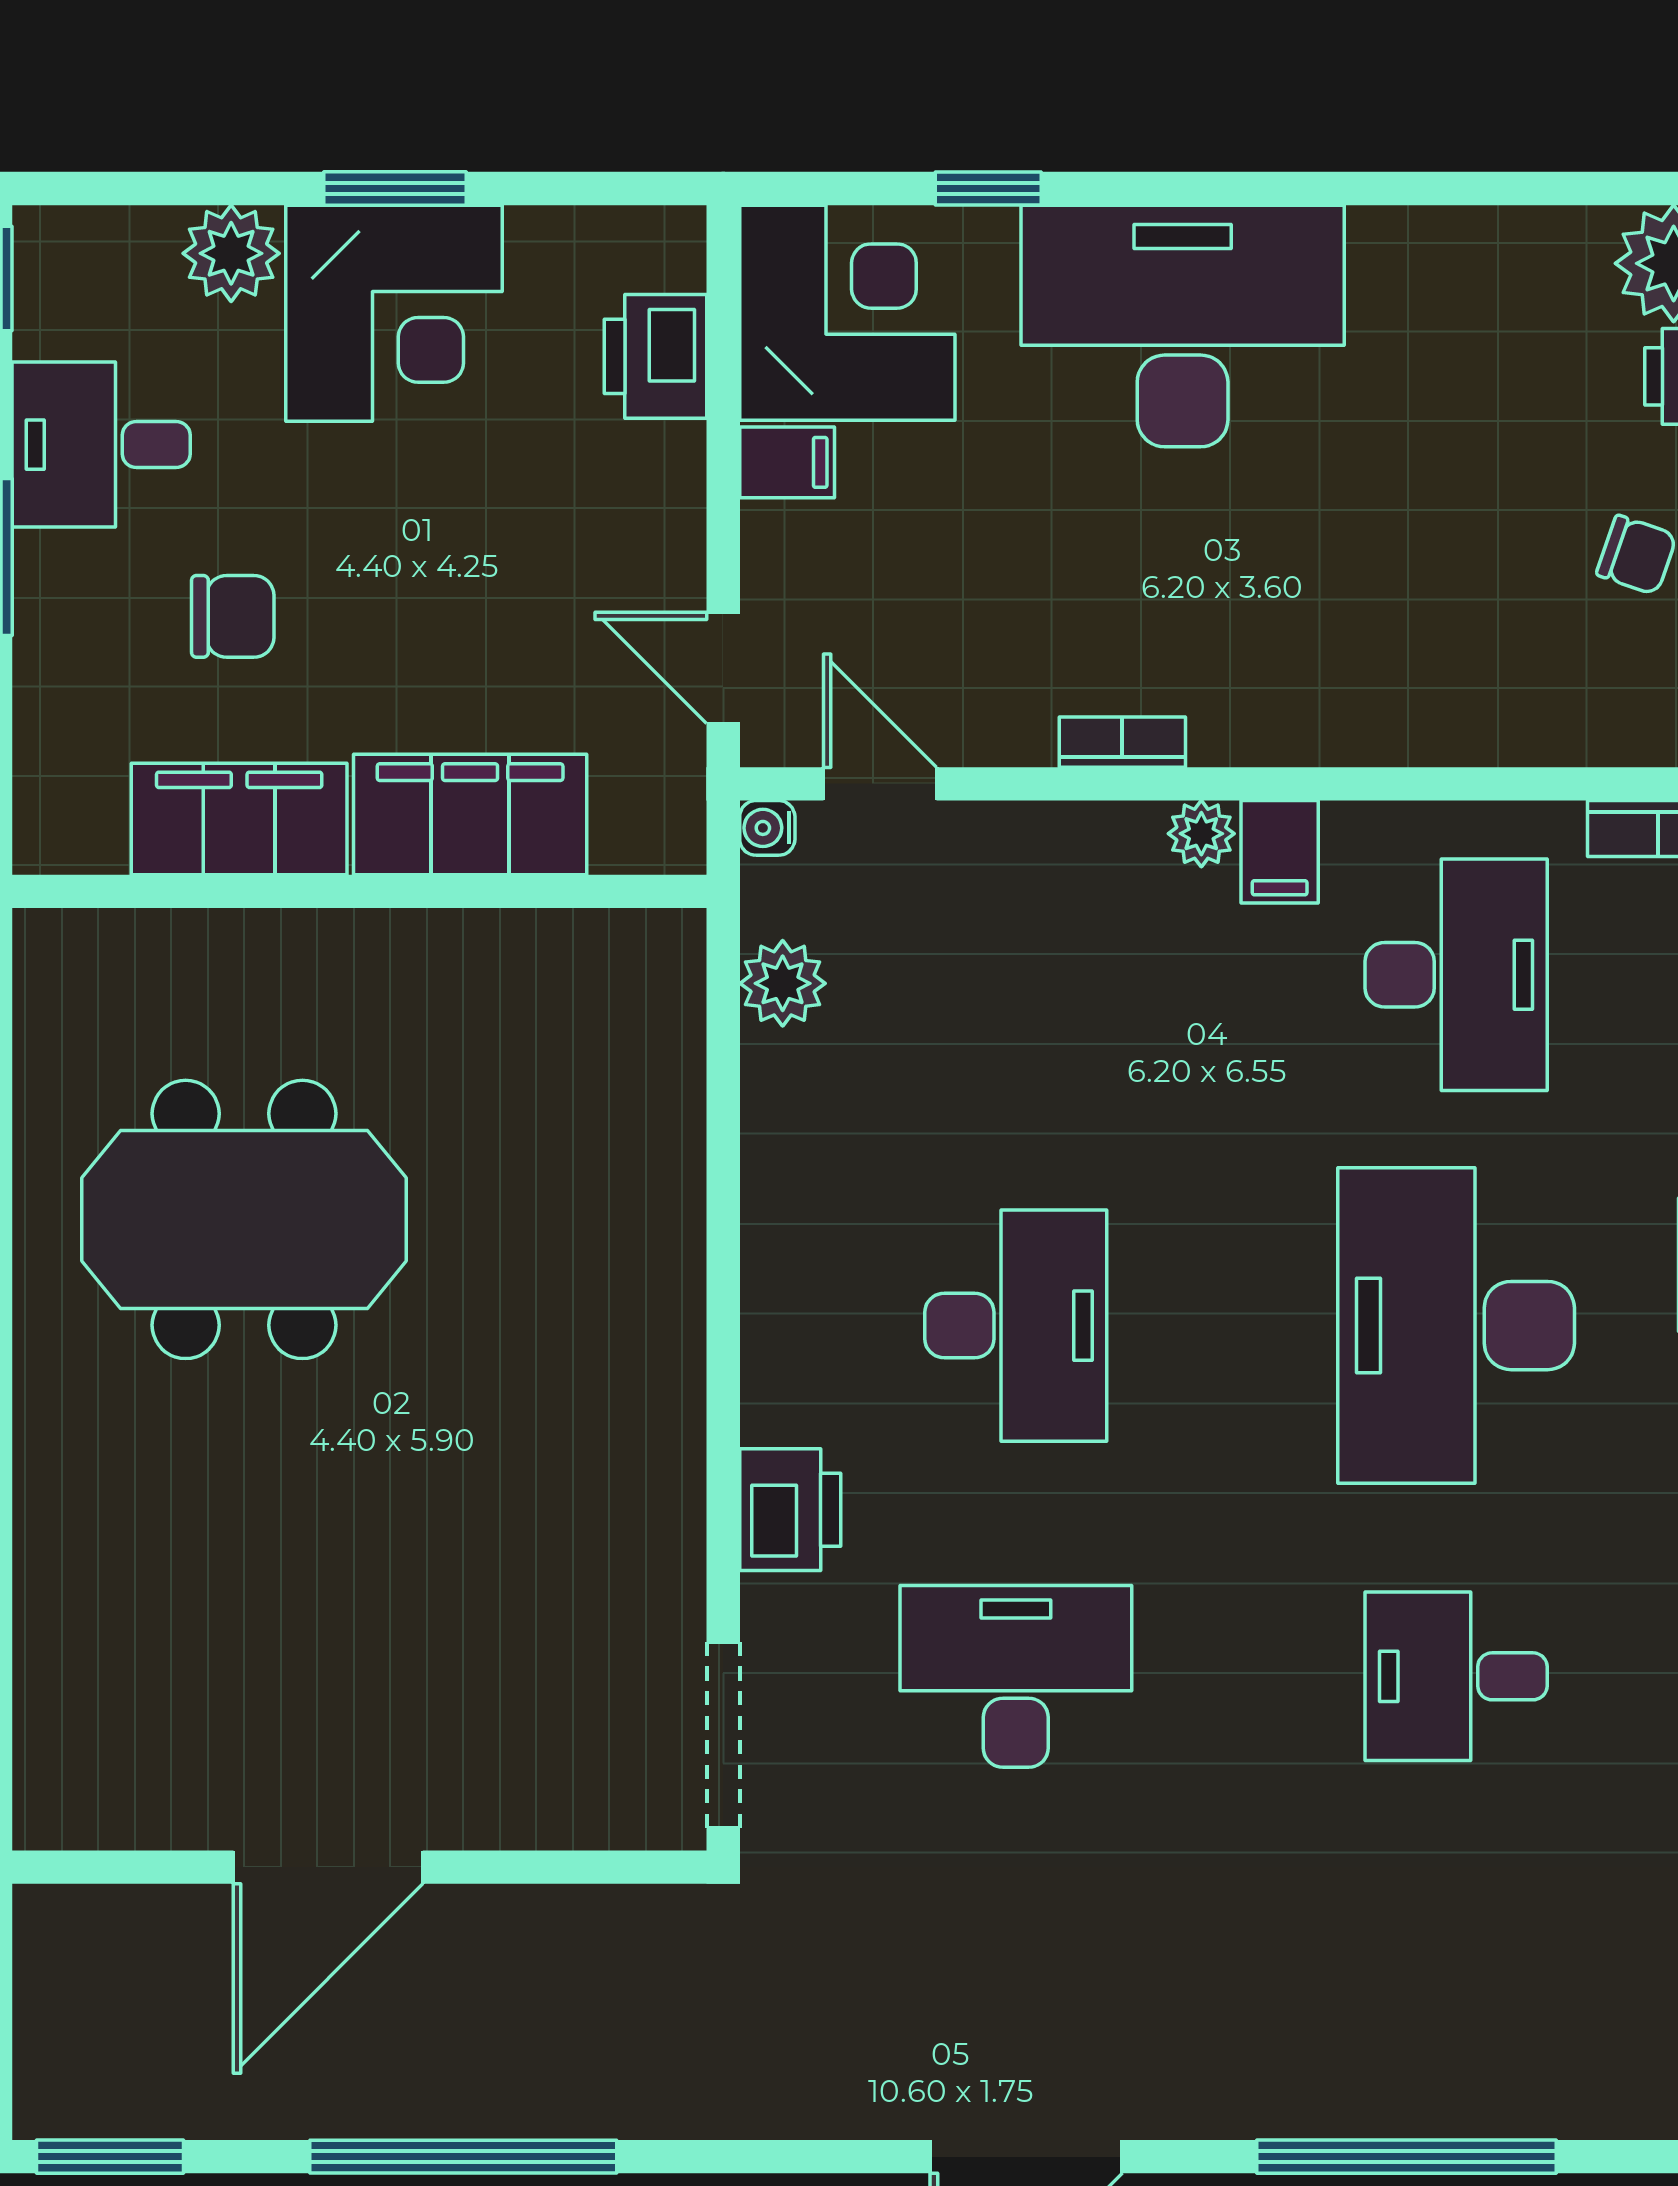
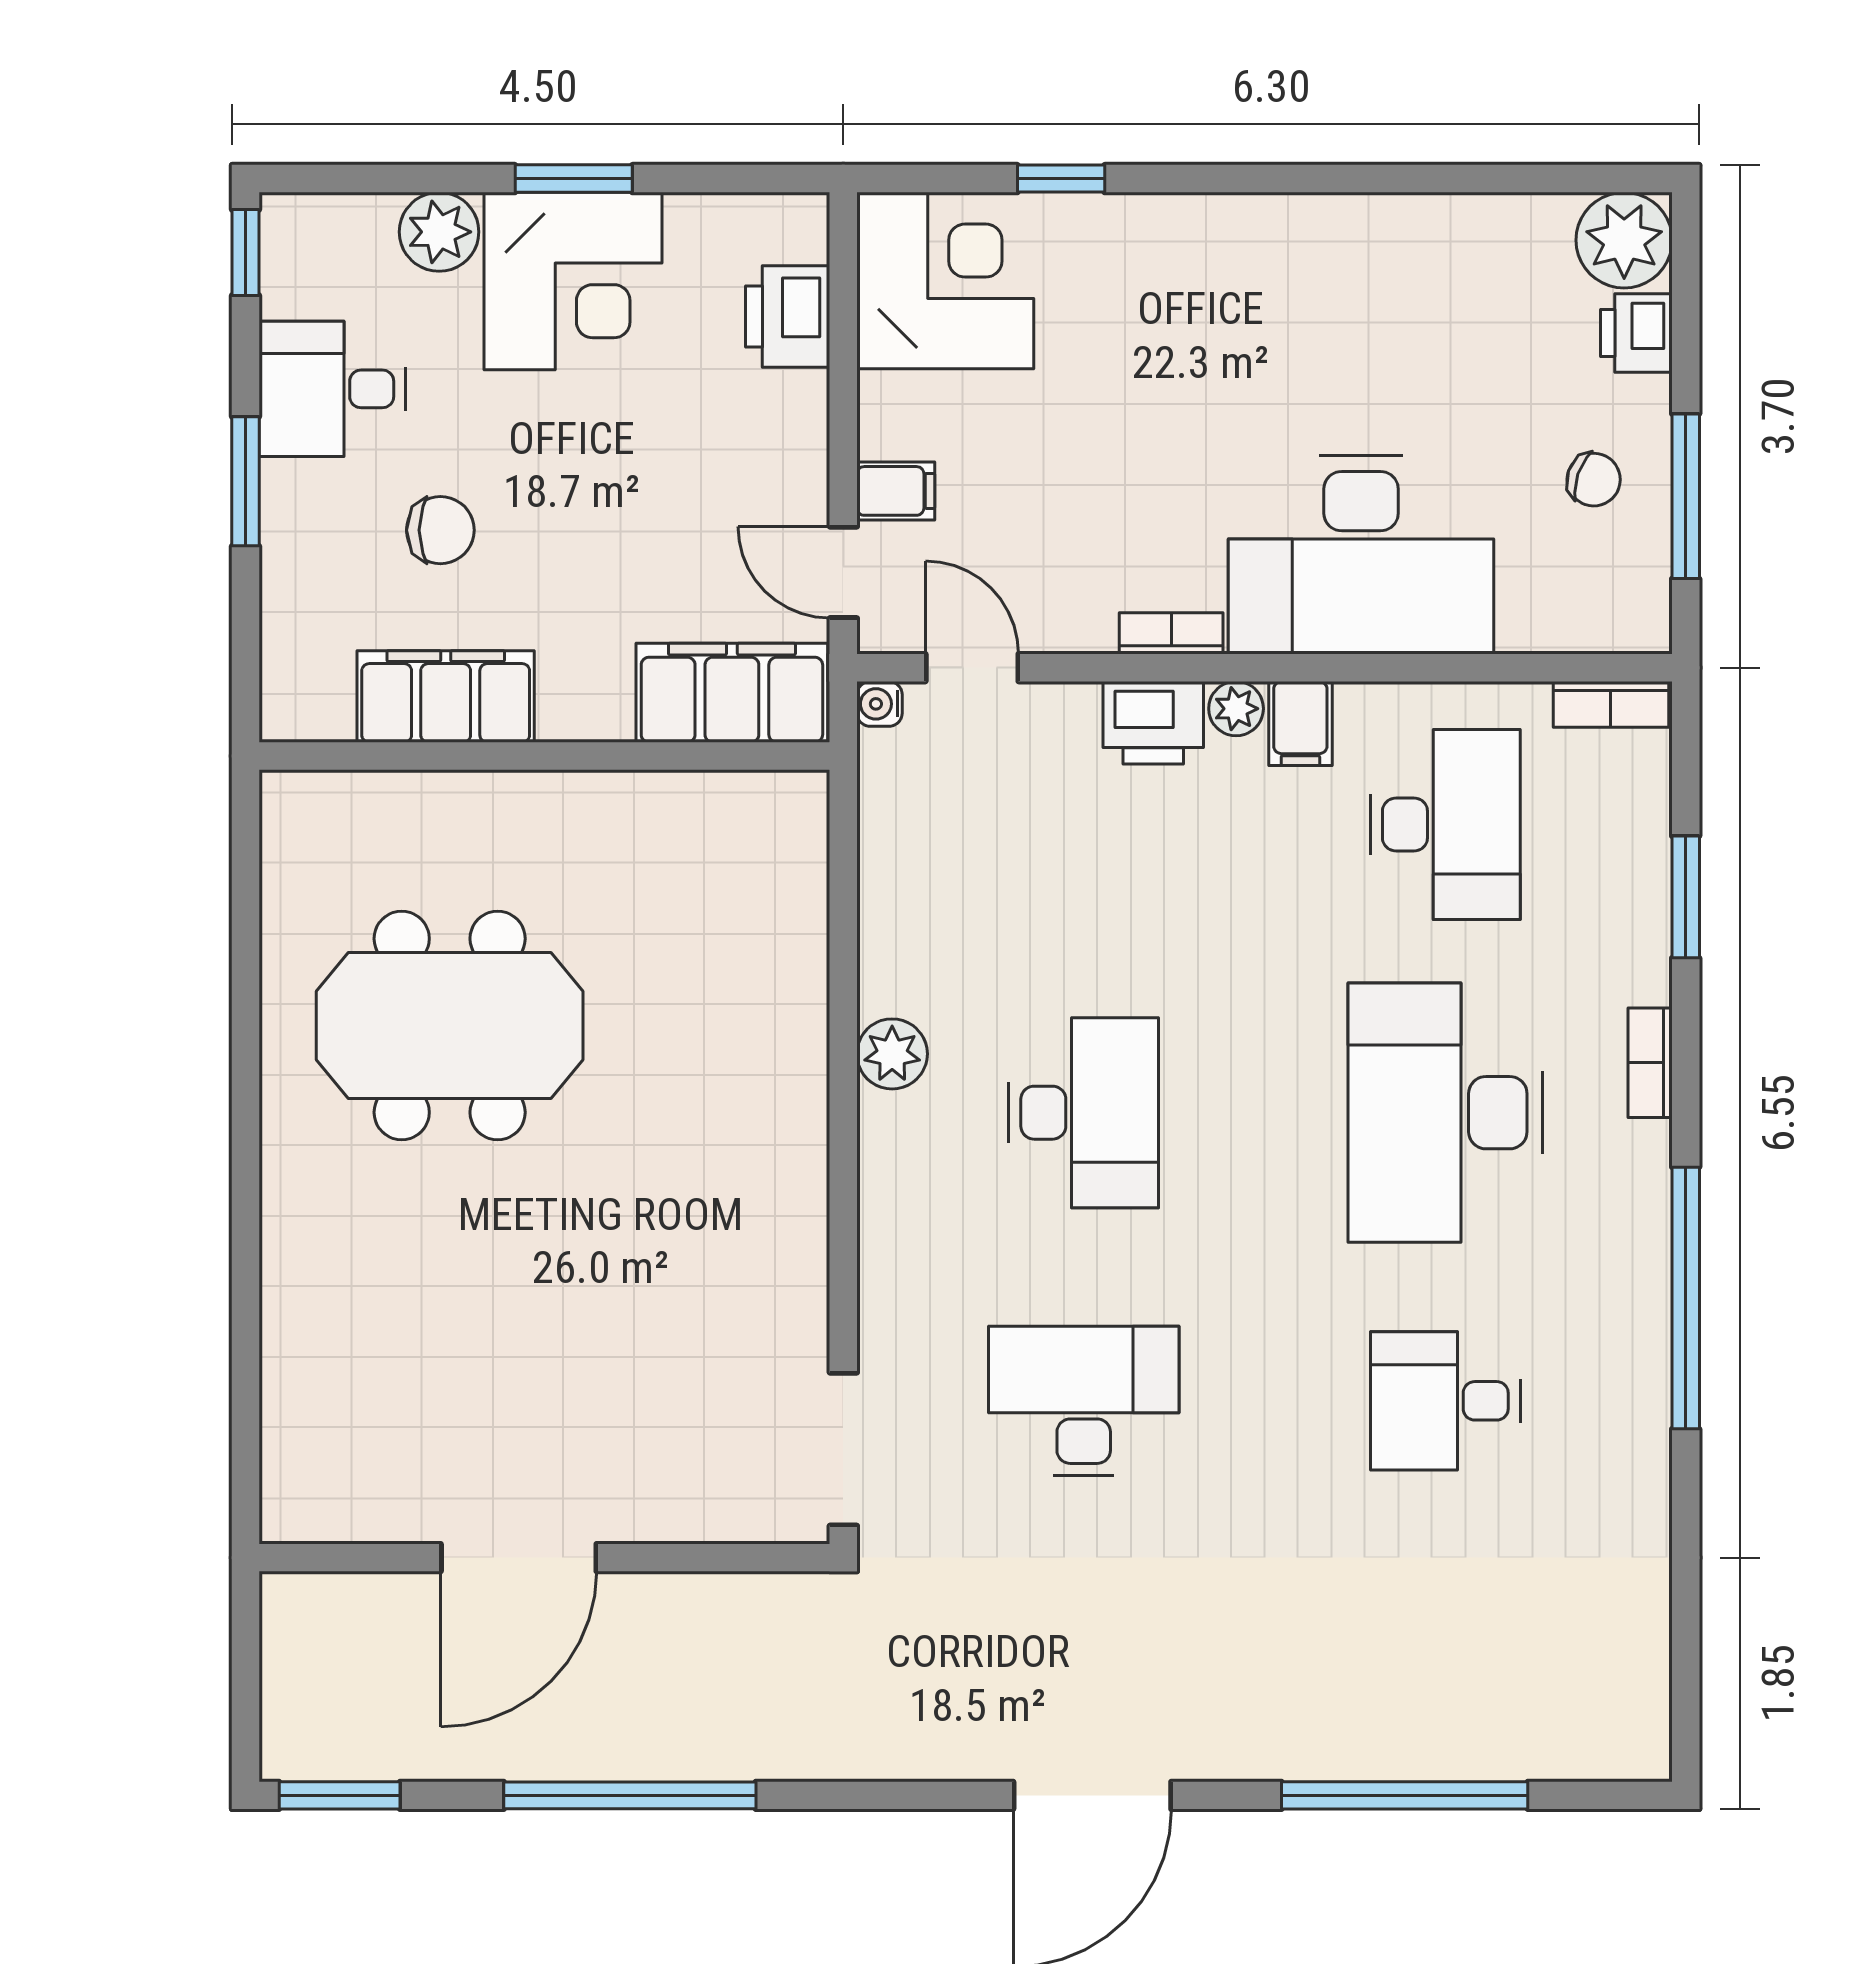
desk: (1183, 326) -> (1361, 555), moved, turned 180
filing cabinet: (787, 462) -> (896, 491), moved
filing cabinet: (470, 814) -> (732, 693), moved
plant: (783, 983) -> (892, 1054), moved
printer: (790, 1510) -> (1153, 723), moved, turned 90

